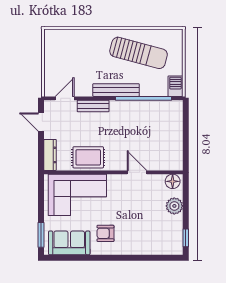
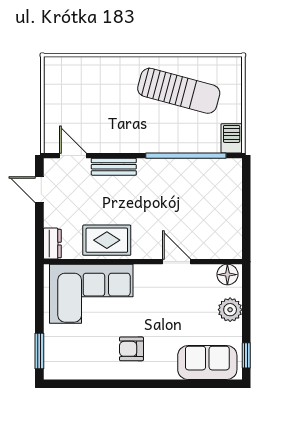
bench: (116, 90) -> (147, 144), removed
door: (65, 98) -> (73, 156), hinge flipped
dresser: (50, 155) -> (52, 244), width x0.70
sofa: (69, 243) -> (207, 363), moved

